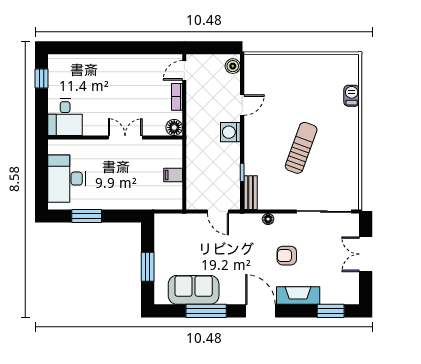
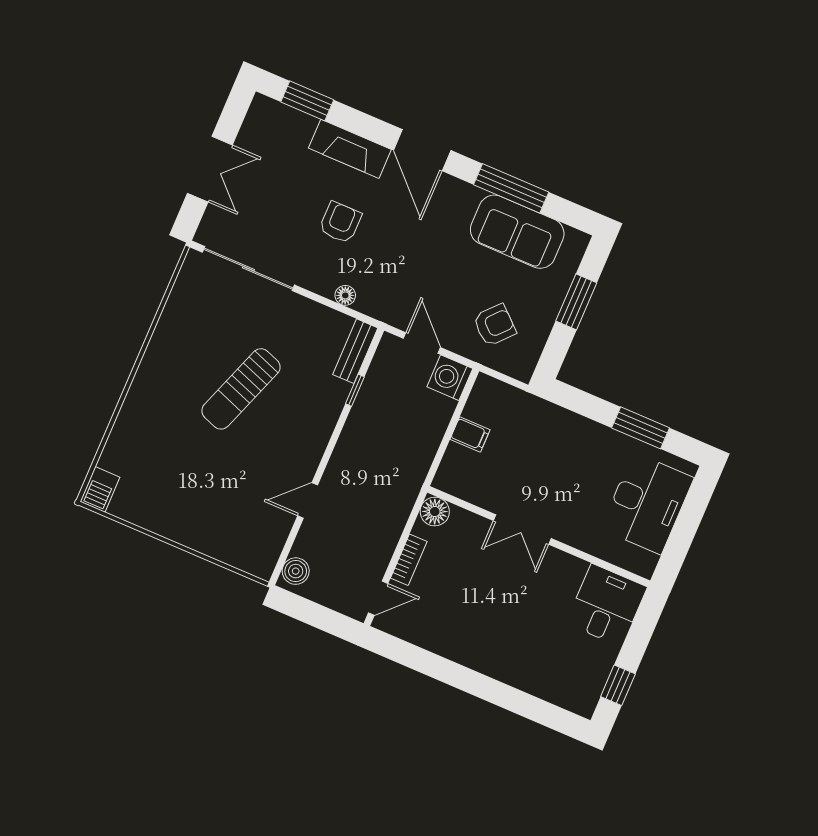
barbecue: (352, 96) -> (100, 489), moved
washing machine: (230, 132) -> (450, 378), moved, turned 180
armchair: (185, 237) -> (495, 325), added
armchair: (287, 256) -> (340, 222), turned -90

